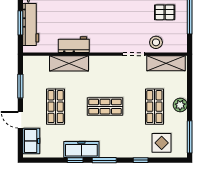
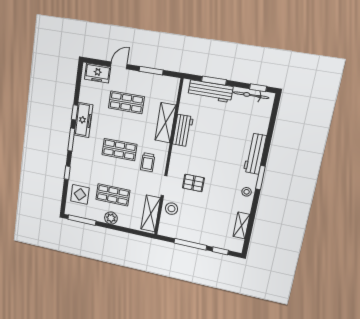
pallet: (165, 12) -> (193, 183), moved, turned 90
trolley: (112, 75) -> (148, 162), added
shop shelf: (105, 107) -> (119, 150), turned 90

